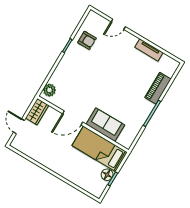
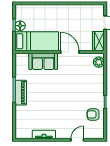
piano: (158, 88) -> (21, 93), moved
door: (73, 118) -> (70, 52), hinge flipped

